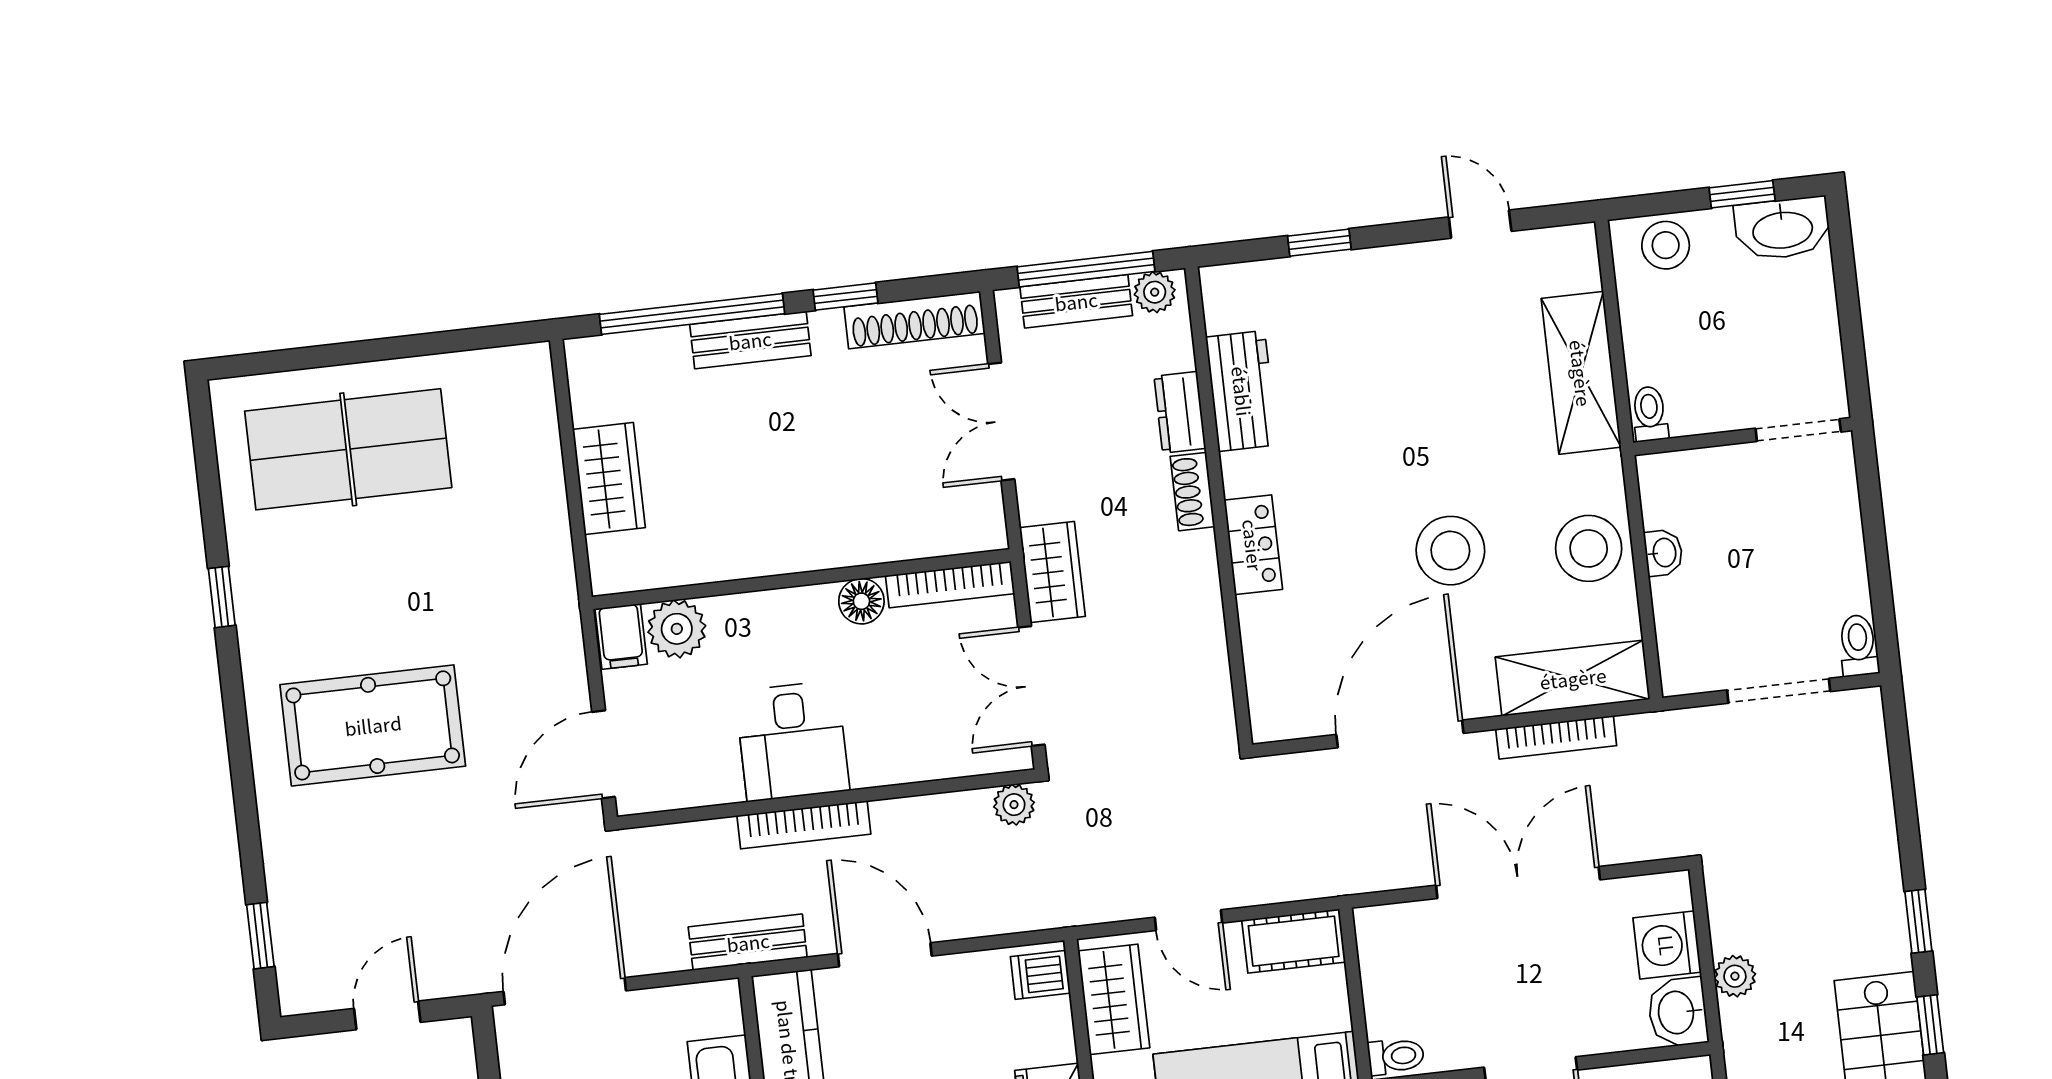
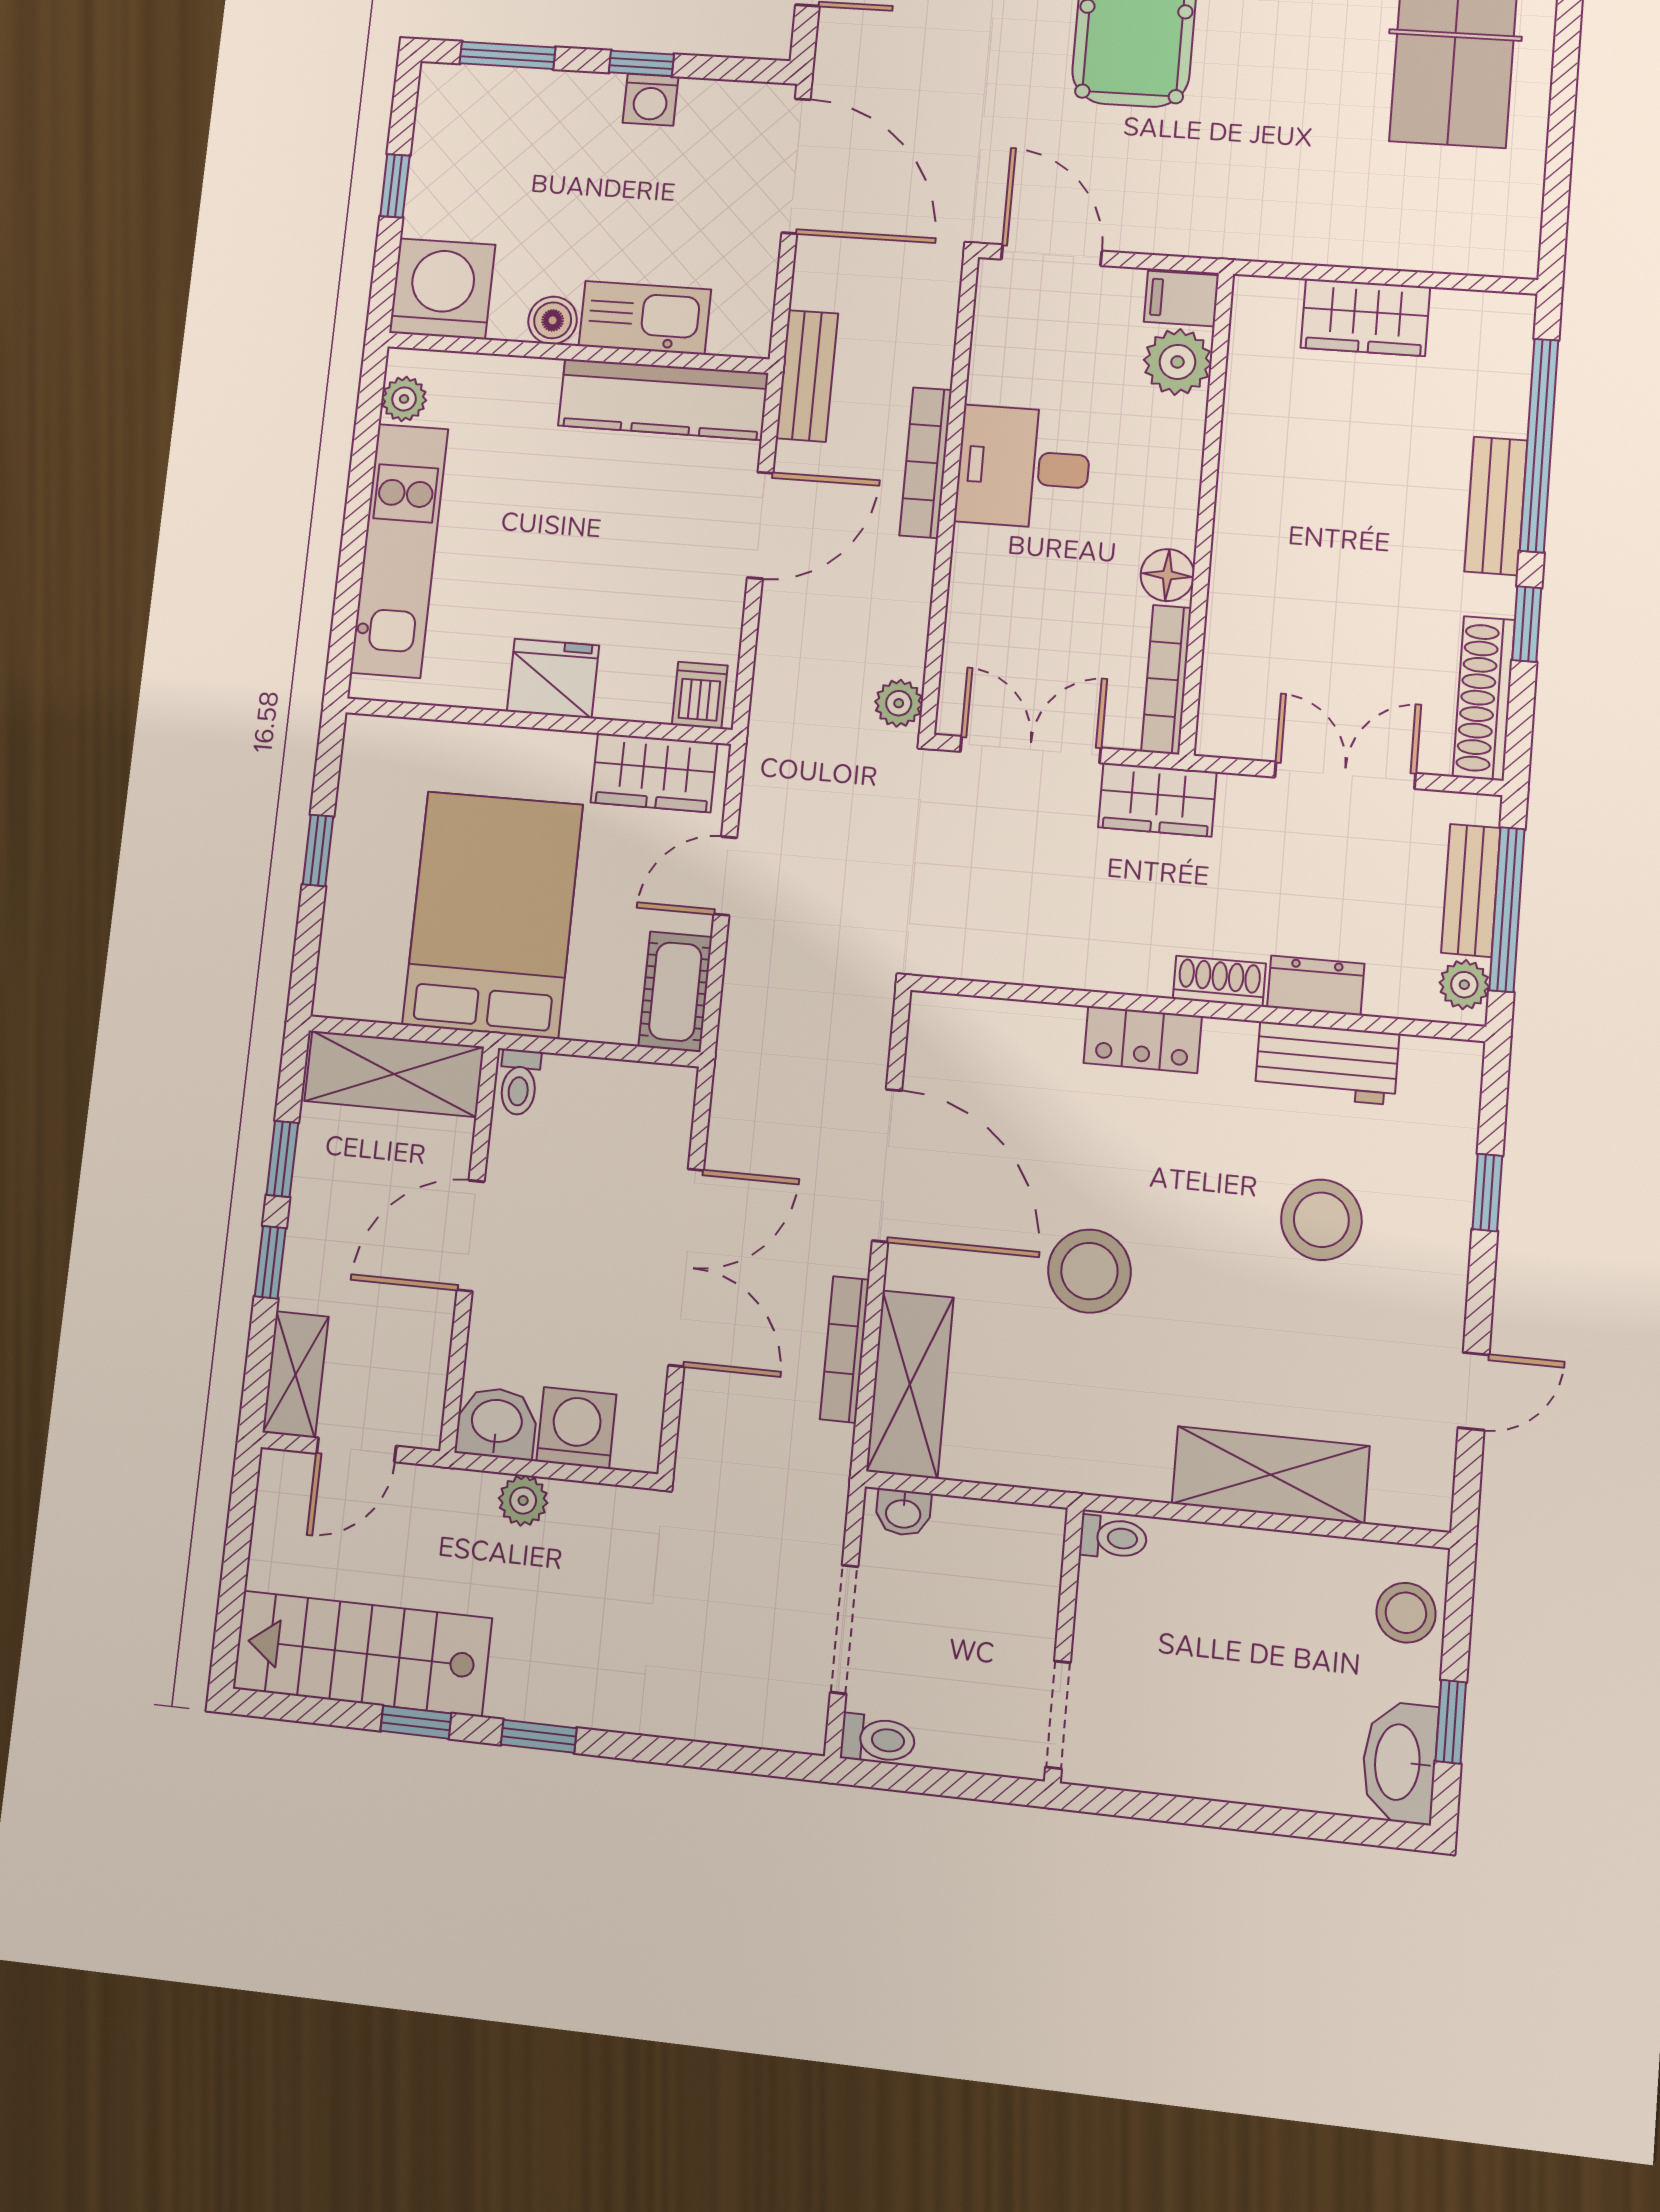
toilet: (1650, 414) -> (1113, 1538), moved
doorway: (1798, 430) -> (1058, 1715), moved
wall: (1743, 436) -> (1064, 1645), moved
stool: (1589, 548) -> (1321, 1220), moved
washbasin: (1663, 553) -> (903, 1513), moved

